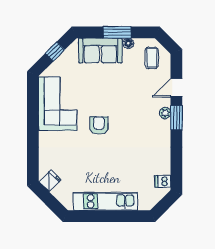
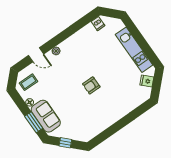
window: (117, 32) -> (34, 122), moved
corner sofa: (58, 104) -> (96, 119), removed
window: (176, 118) -> (54, 42), removed
fridge: (50, 181) -> (147, 81), moved

